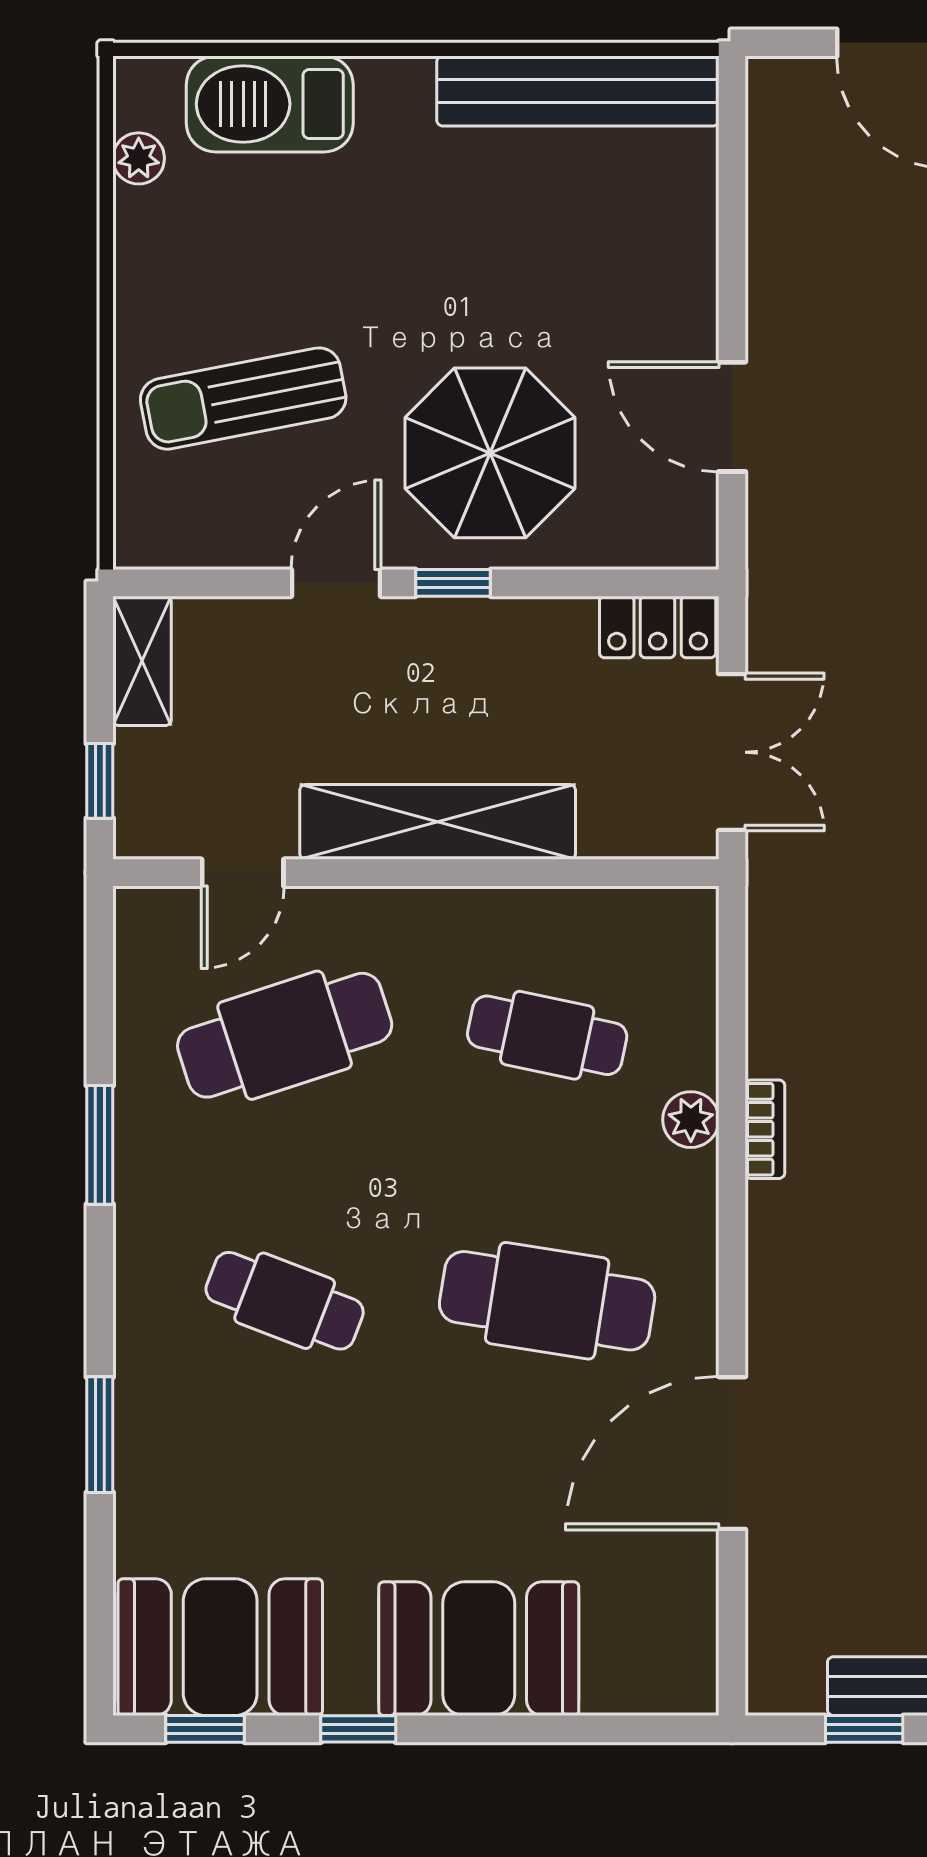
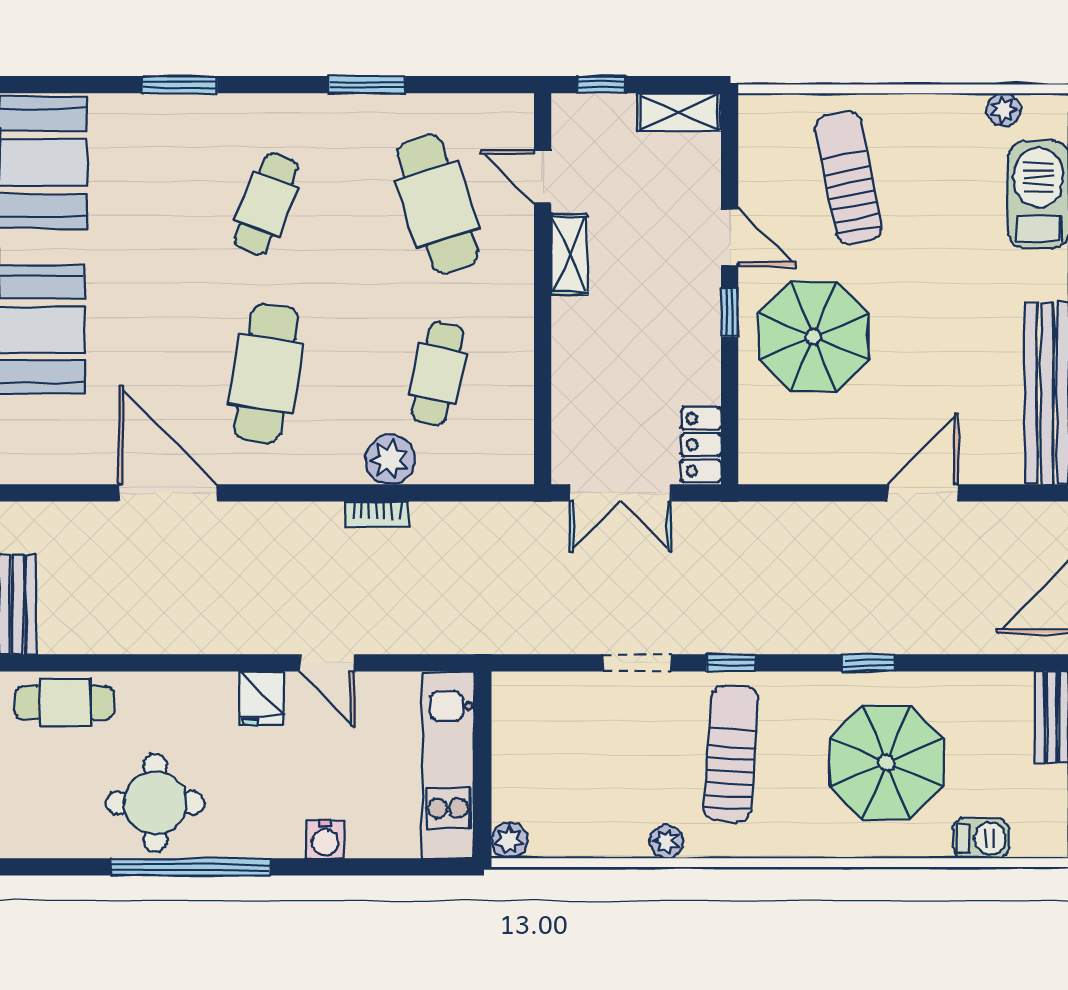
door: (732, 417) -> (923, 493), moved
shelving: (438, 822) -> (569, 254), width x0.45, depth x0.75
plant: (691, 1120) -> (390, 459), width x1.38, depth x1.38

